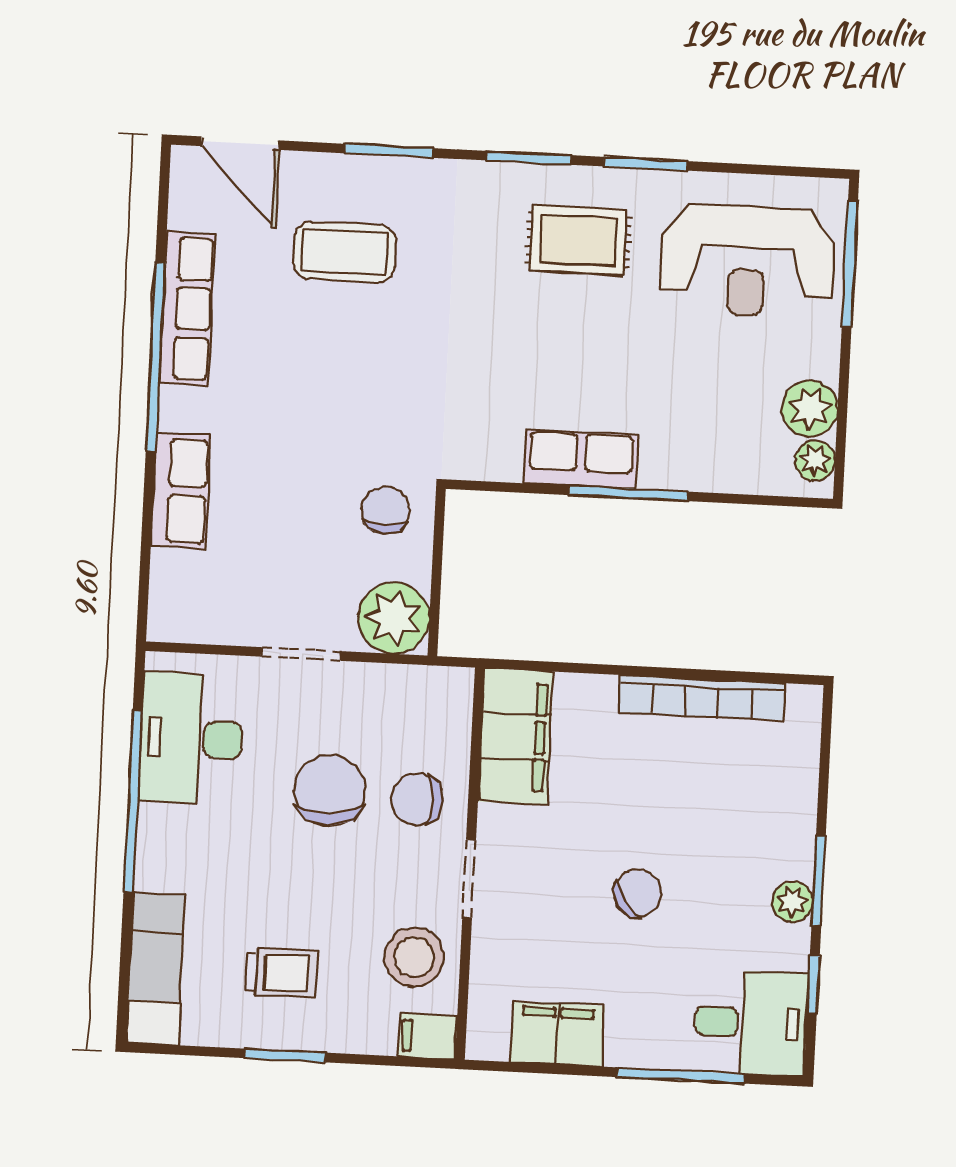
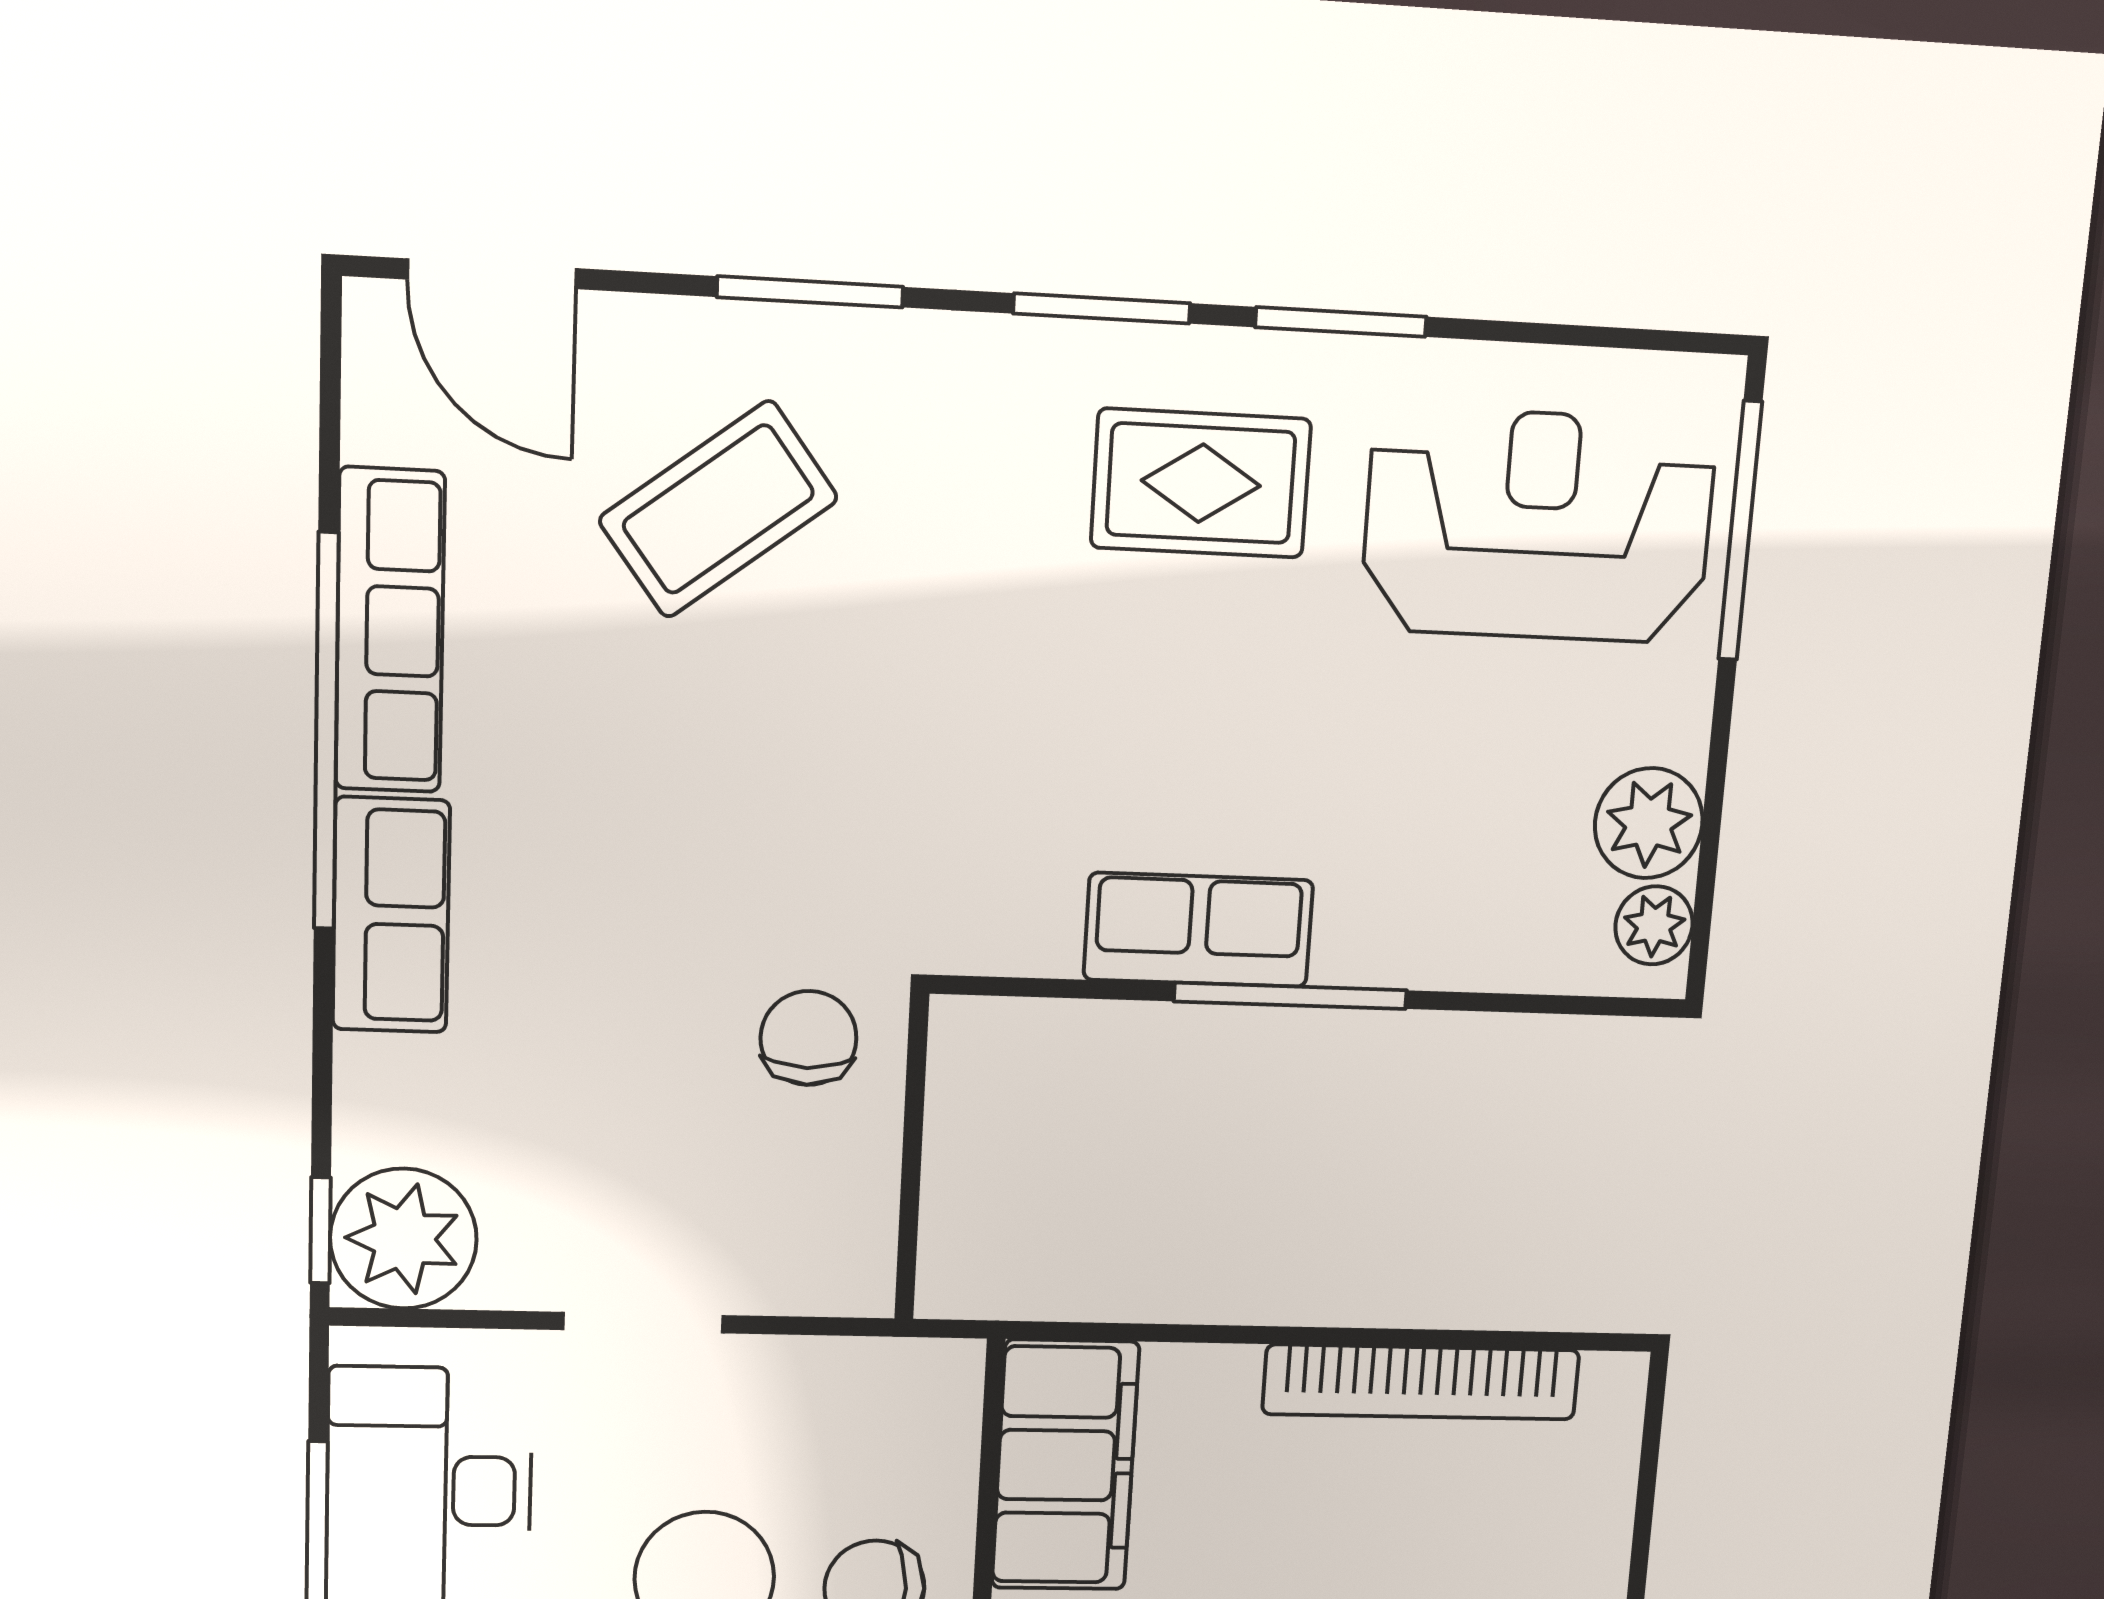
coffee table: (345, 252) -> (718, 509), turned -37
reception desk: (747, 261) -> (1538, 526), turned 180
row of seats: (181, 491) -> (391, 915), moved
window: (143, 602) -> (320, 1230), added
plant: (394, 618) -> (404, 1239), moved

